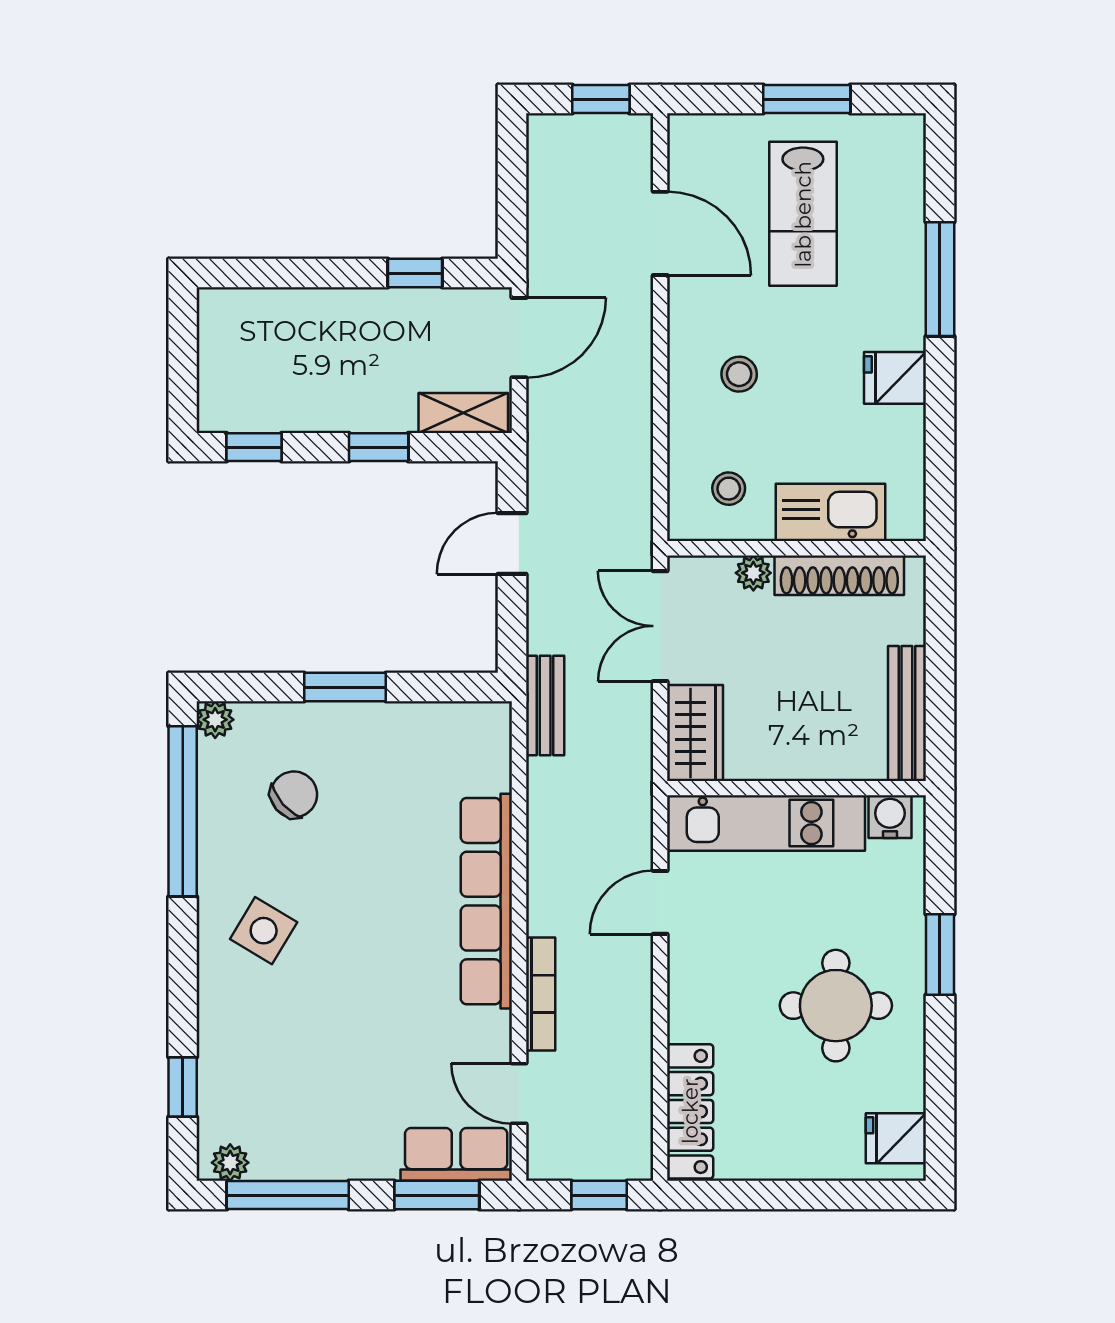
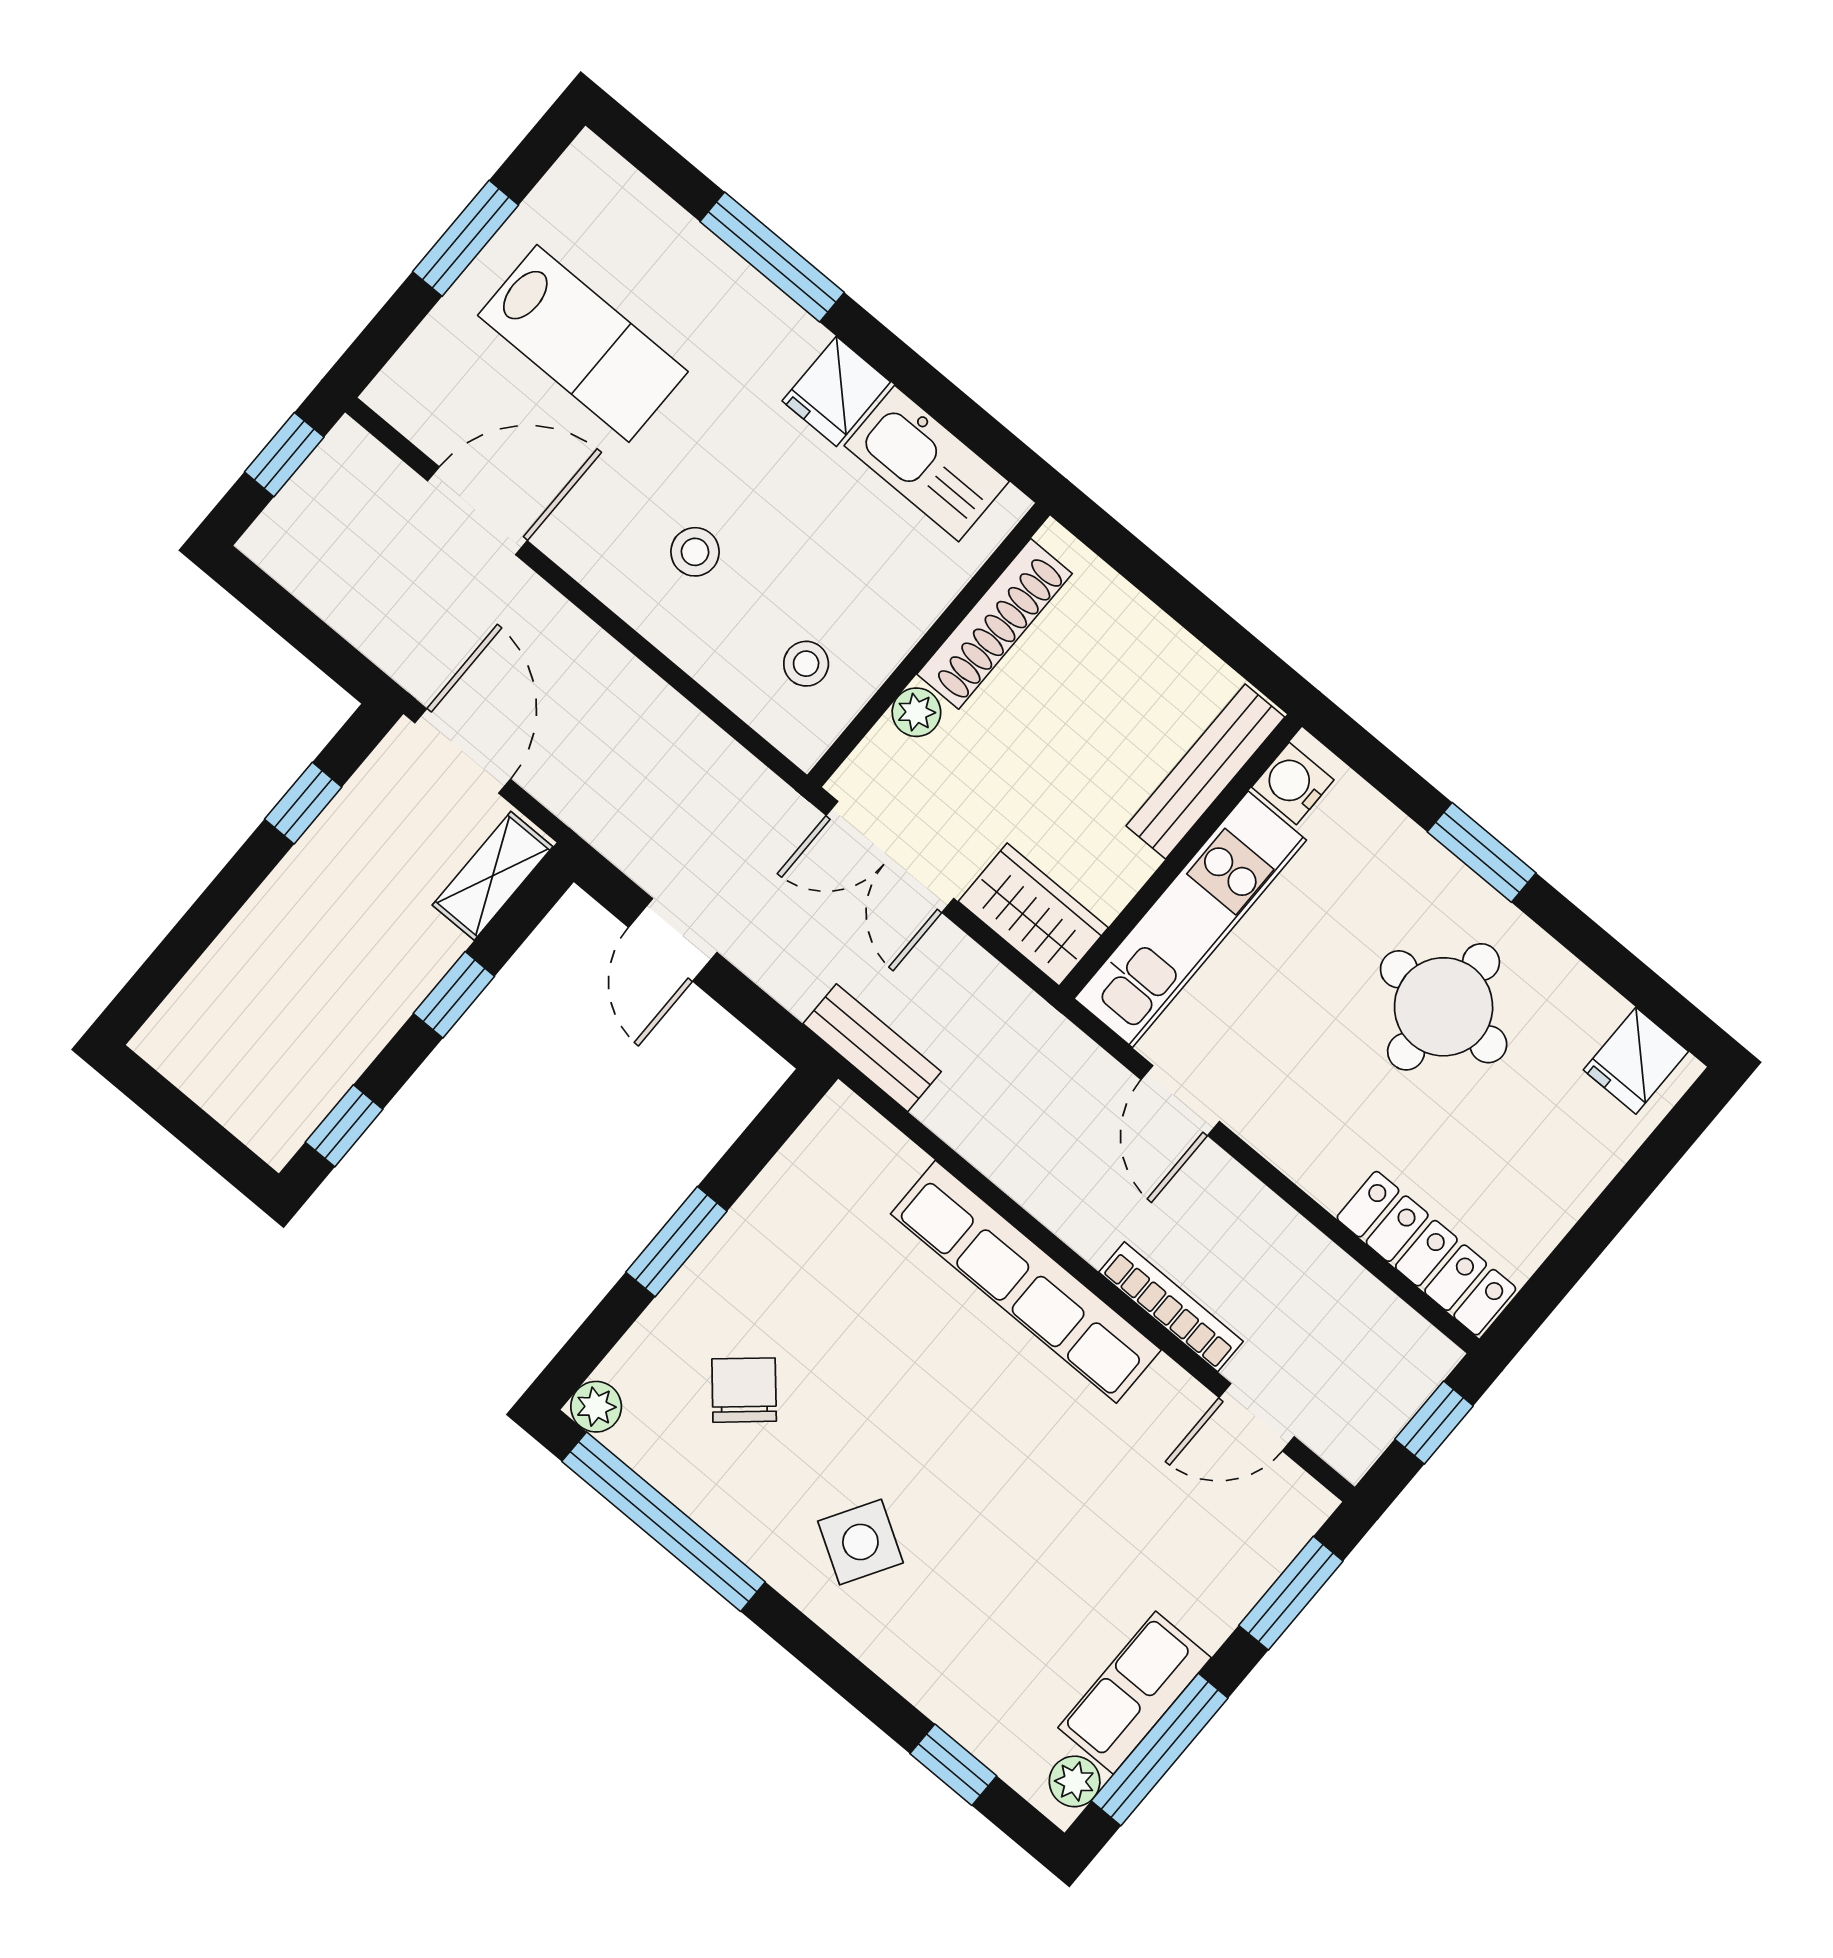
kitchen sink: (831, 512) -> (927, 464), moved, turned -90
bench: (907, 714) -> (1205, 771), moved, turned 90
row of seats: (456, 1154) -> (1135, 1693), moved

